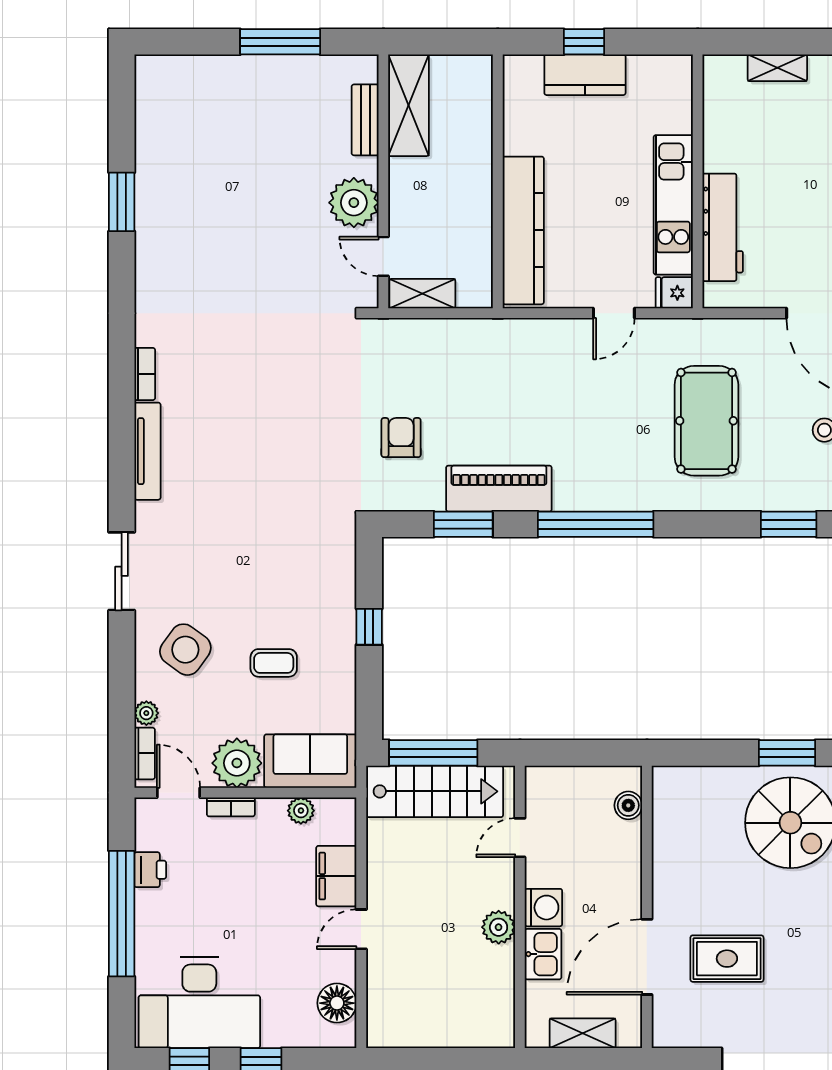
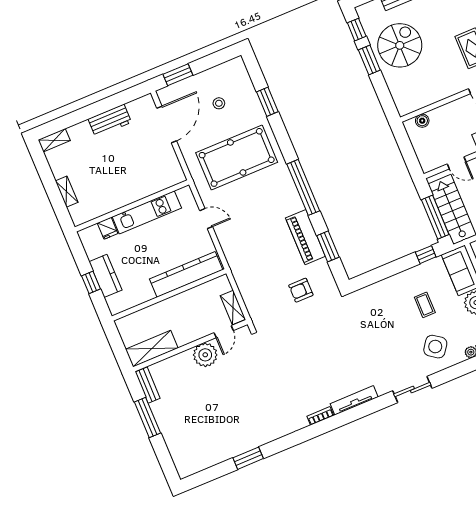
bench: (365, 120) -> (148, 385), moved, turned 90
workbench: (723, 227) -> (148, 186), removed
fridge: (674, 293) -> (108, 228), moved
pool table: (706, 421) -> (237, 157), width x1.36, depth x1.32
window: (369, 627) -> (426, 255), moved

